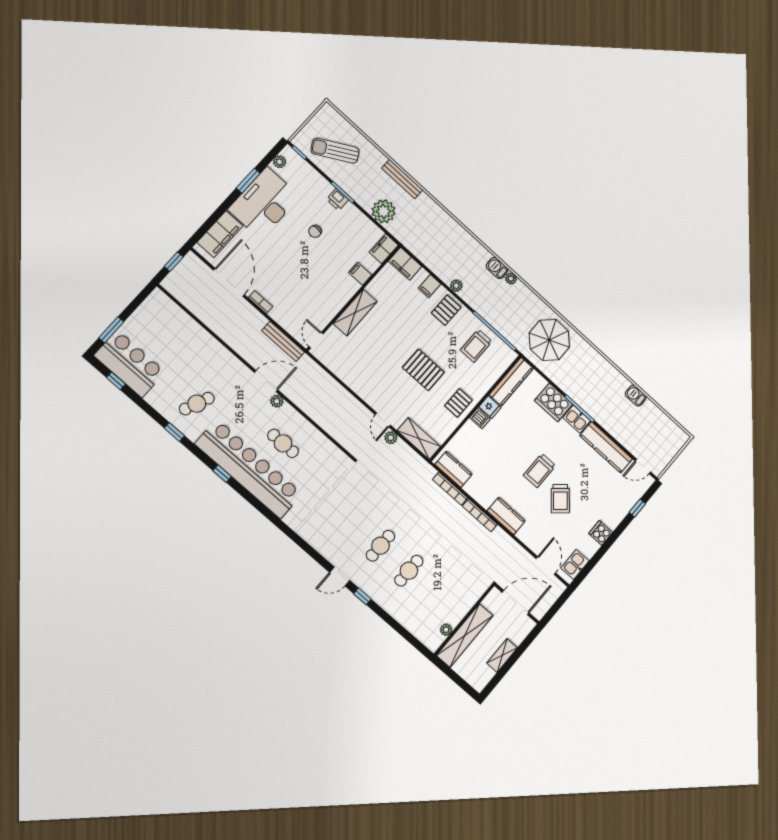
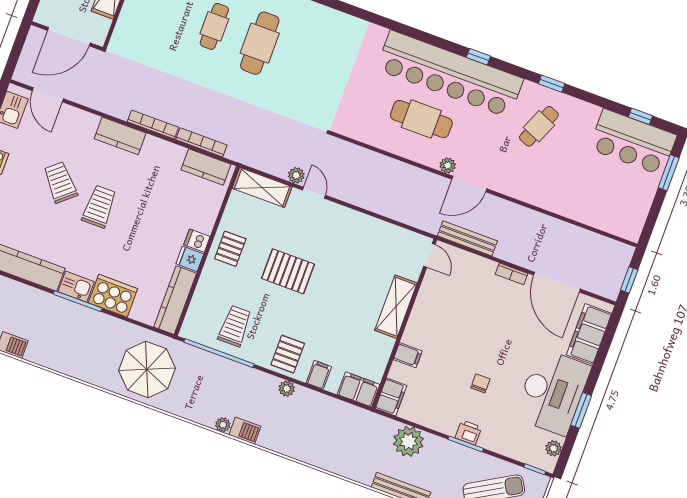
cafe table: (283, 443) -> (421, 119), width x1.37, depth x1.35
cafe table: (380, 546) -> (260, 43), width x1.37, depth x1.35

